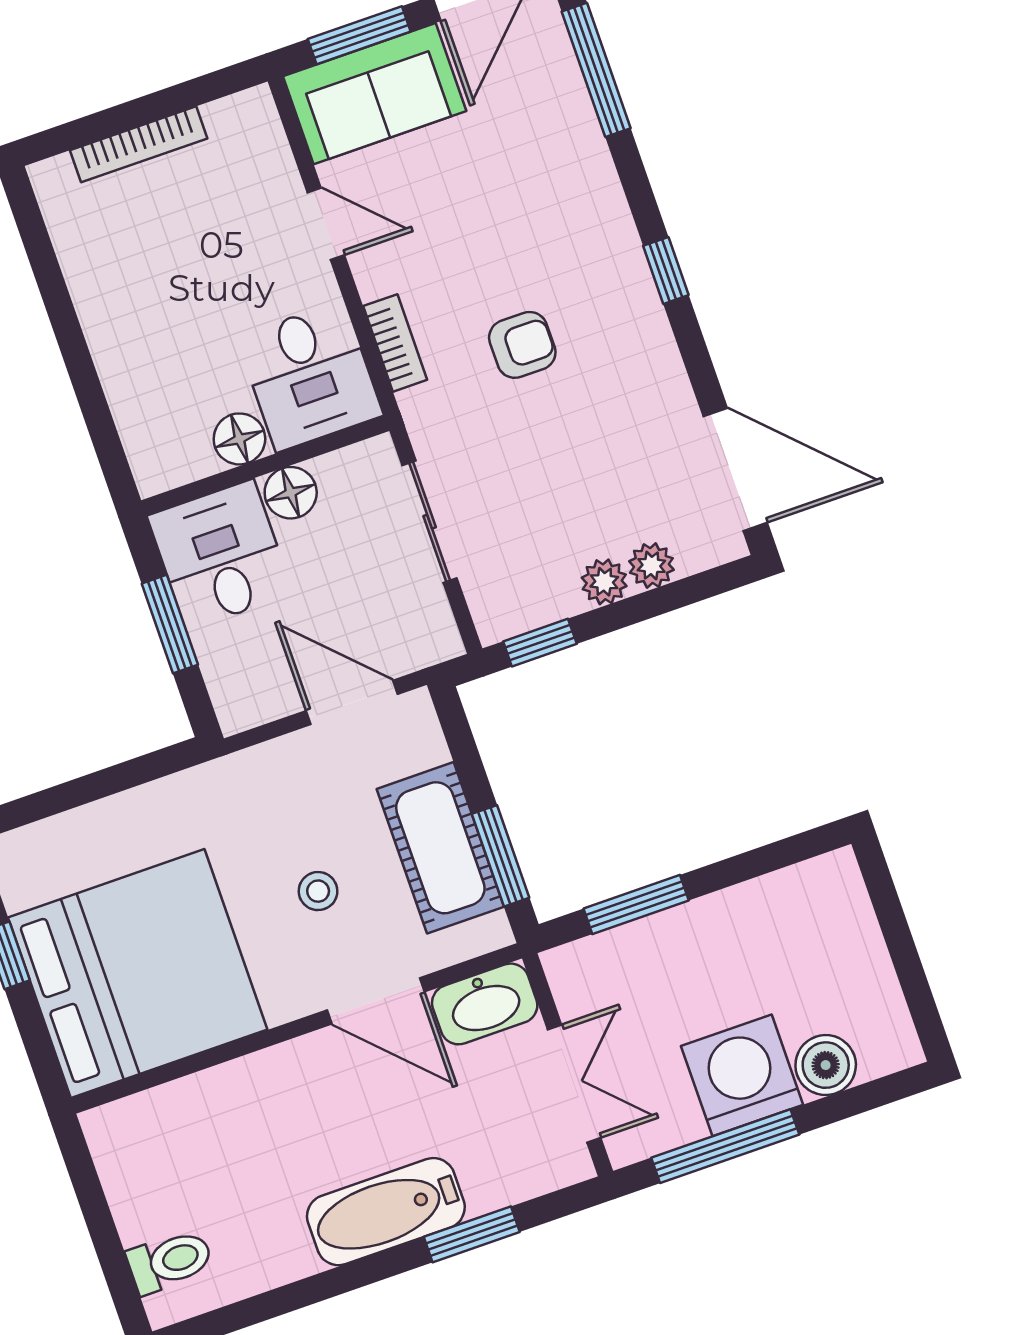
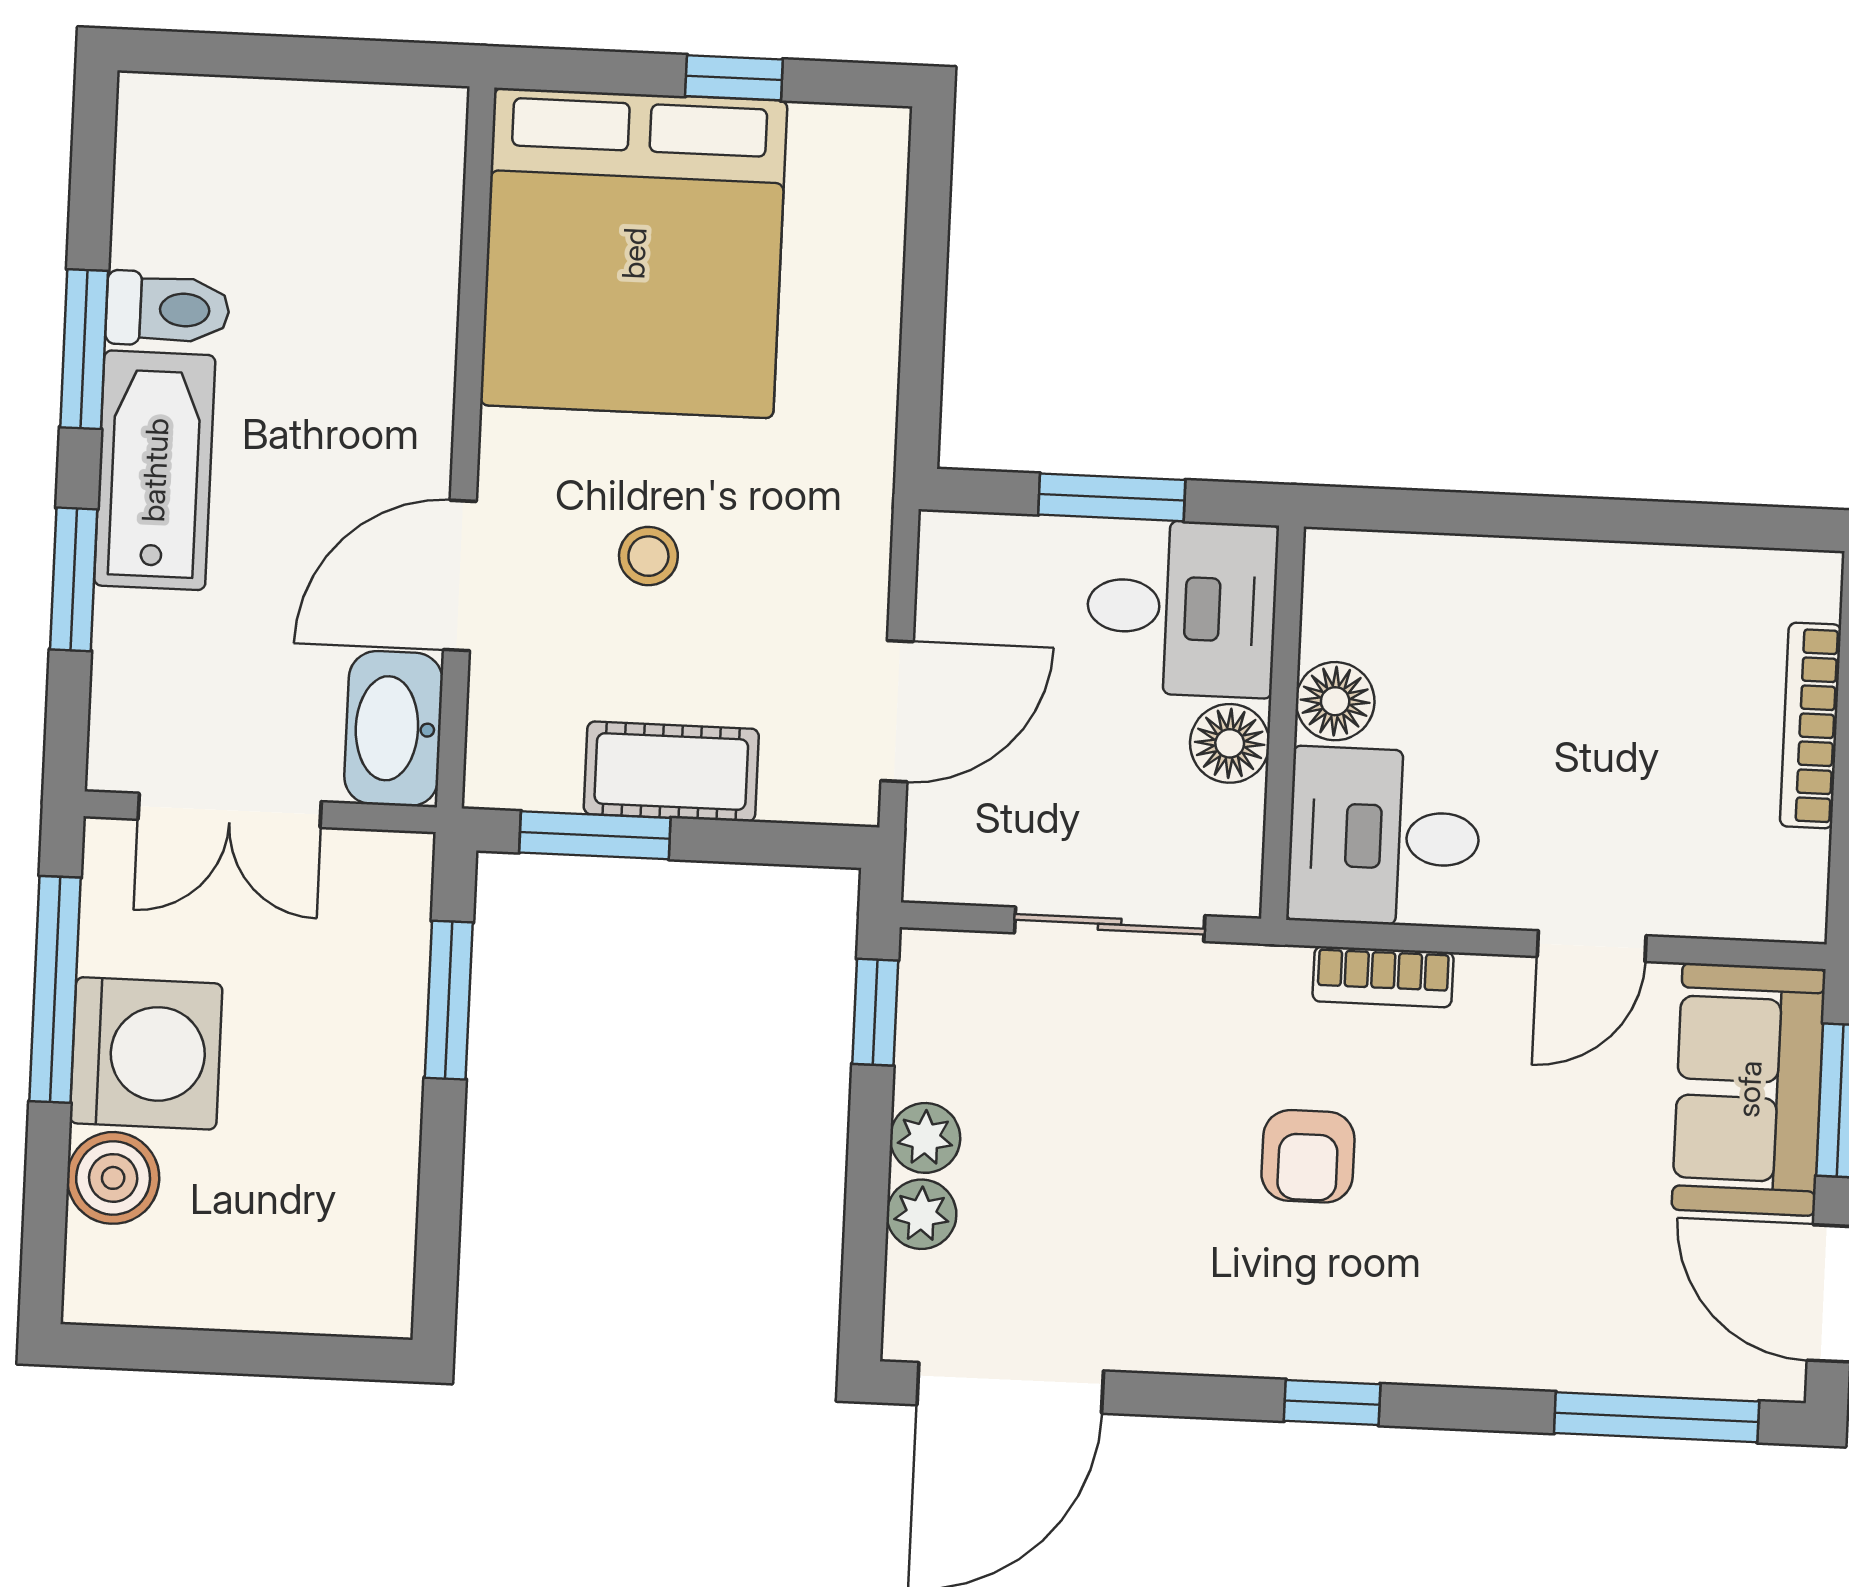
cot: (440, 848) -> (671, 771), width x0.73, depth x0.75
toilet: (170, 1261) -> (168, 309), moved, turned -90
window: (329, 1284) -> (84, 349), added

